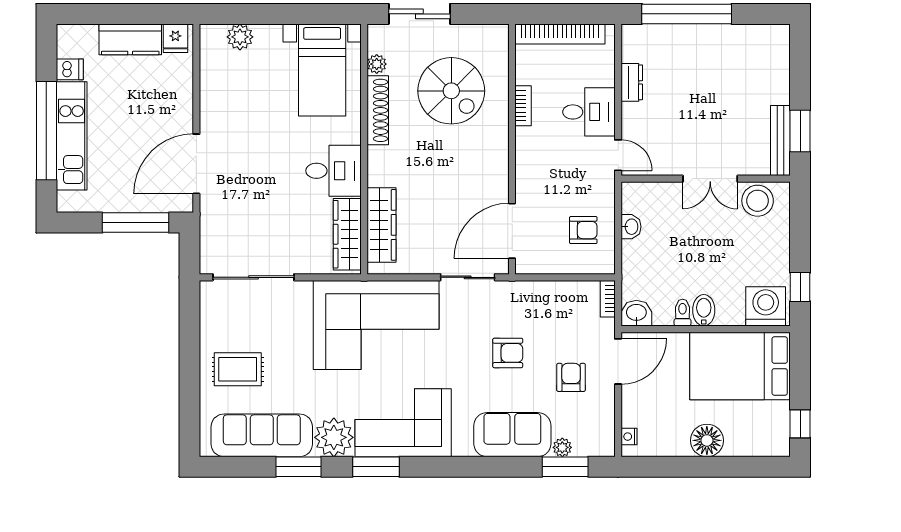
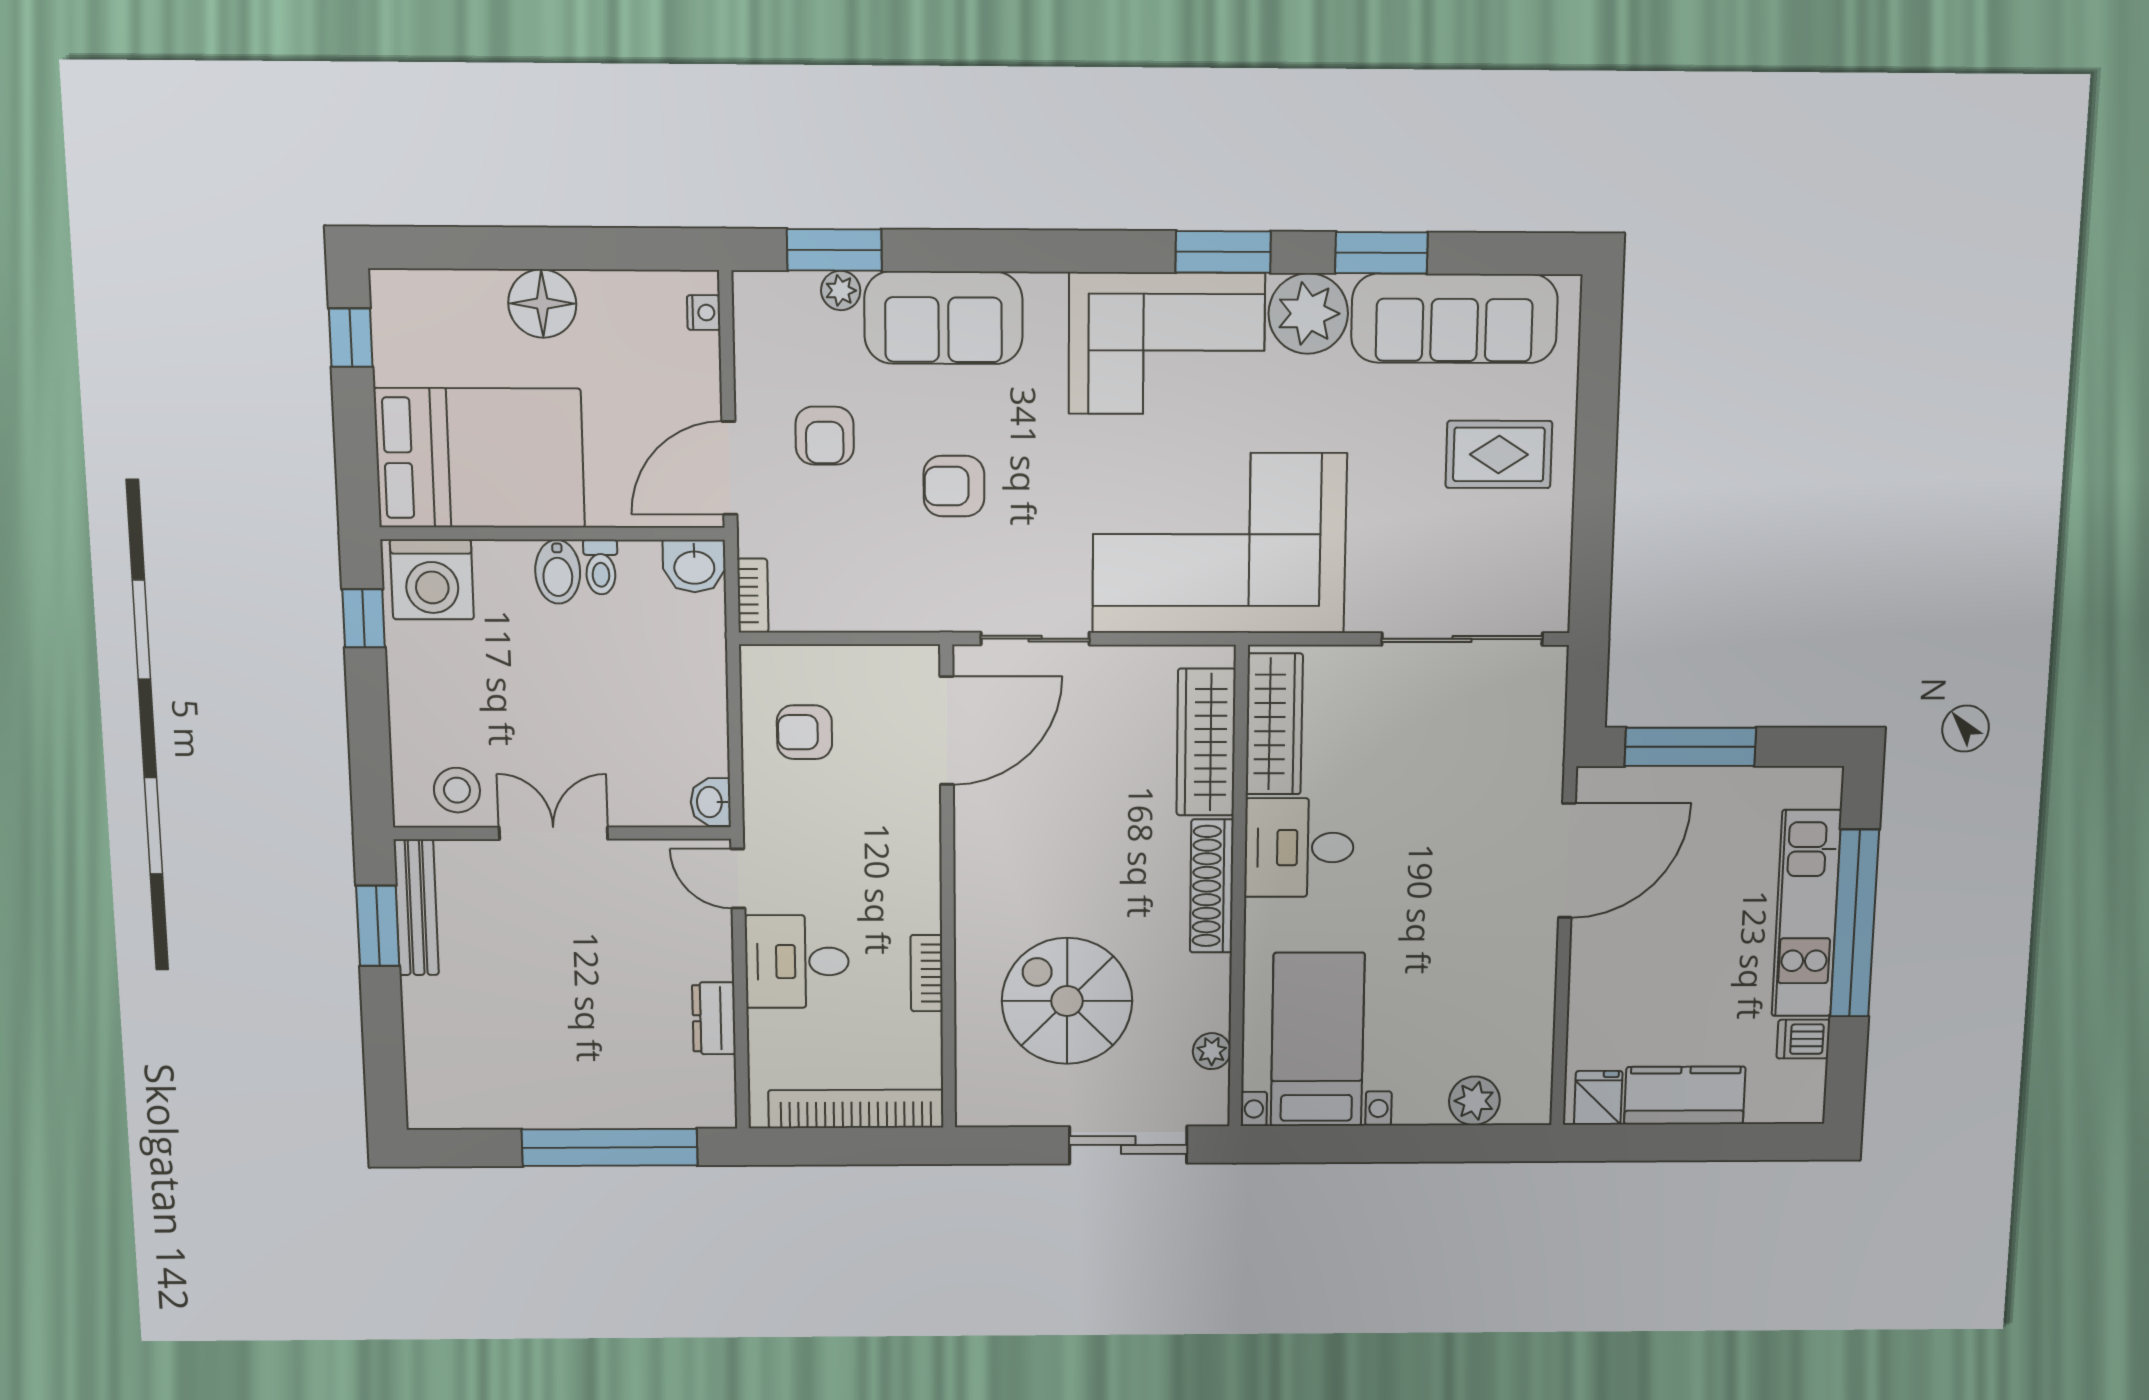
shoe rack: (378, 110) -> (1212, 886), moved
stool: (758, 201) -> (457, 790), width x0.73, depth x0.73
washbasin: (631, 227) -> (711, 802), moved

